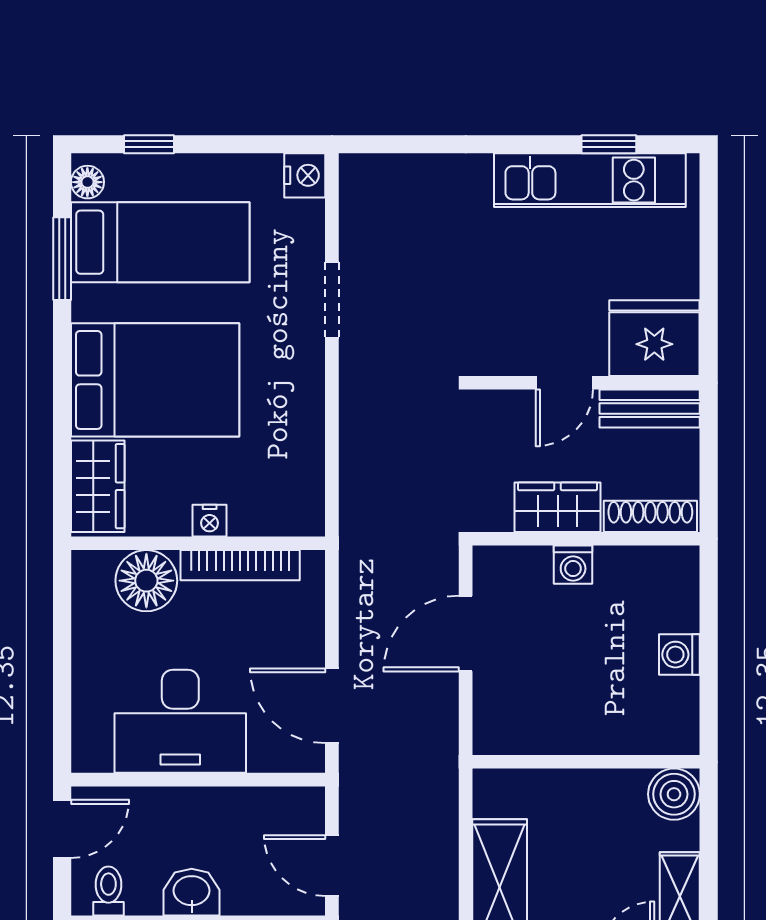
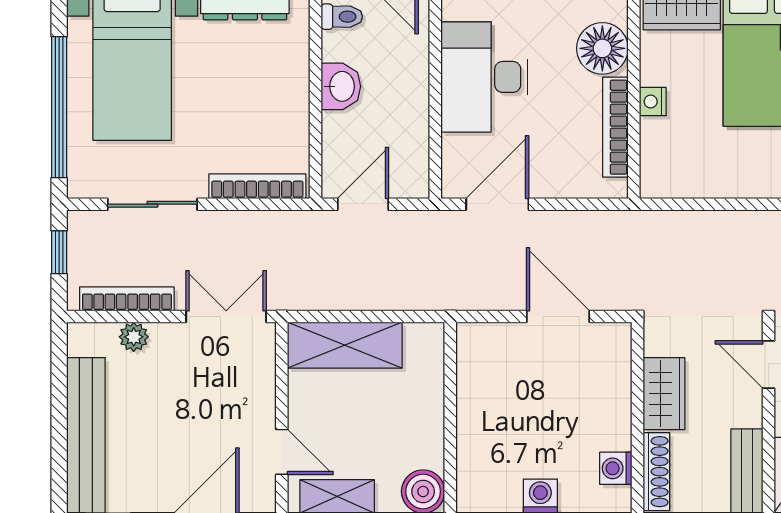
door: (564, 383) -> (769, 365), moved
washing machine: (573, 565) -> (616, 468), moved

